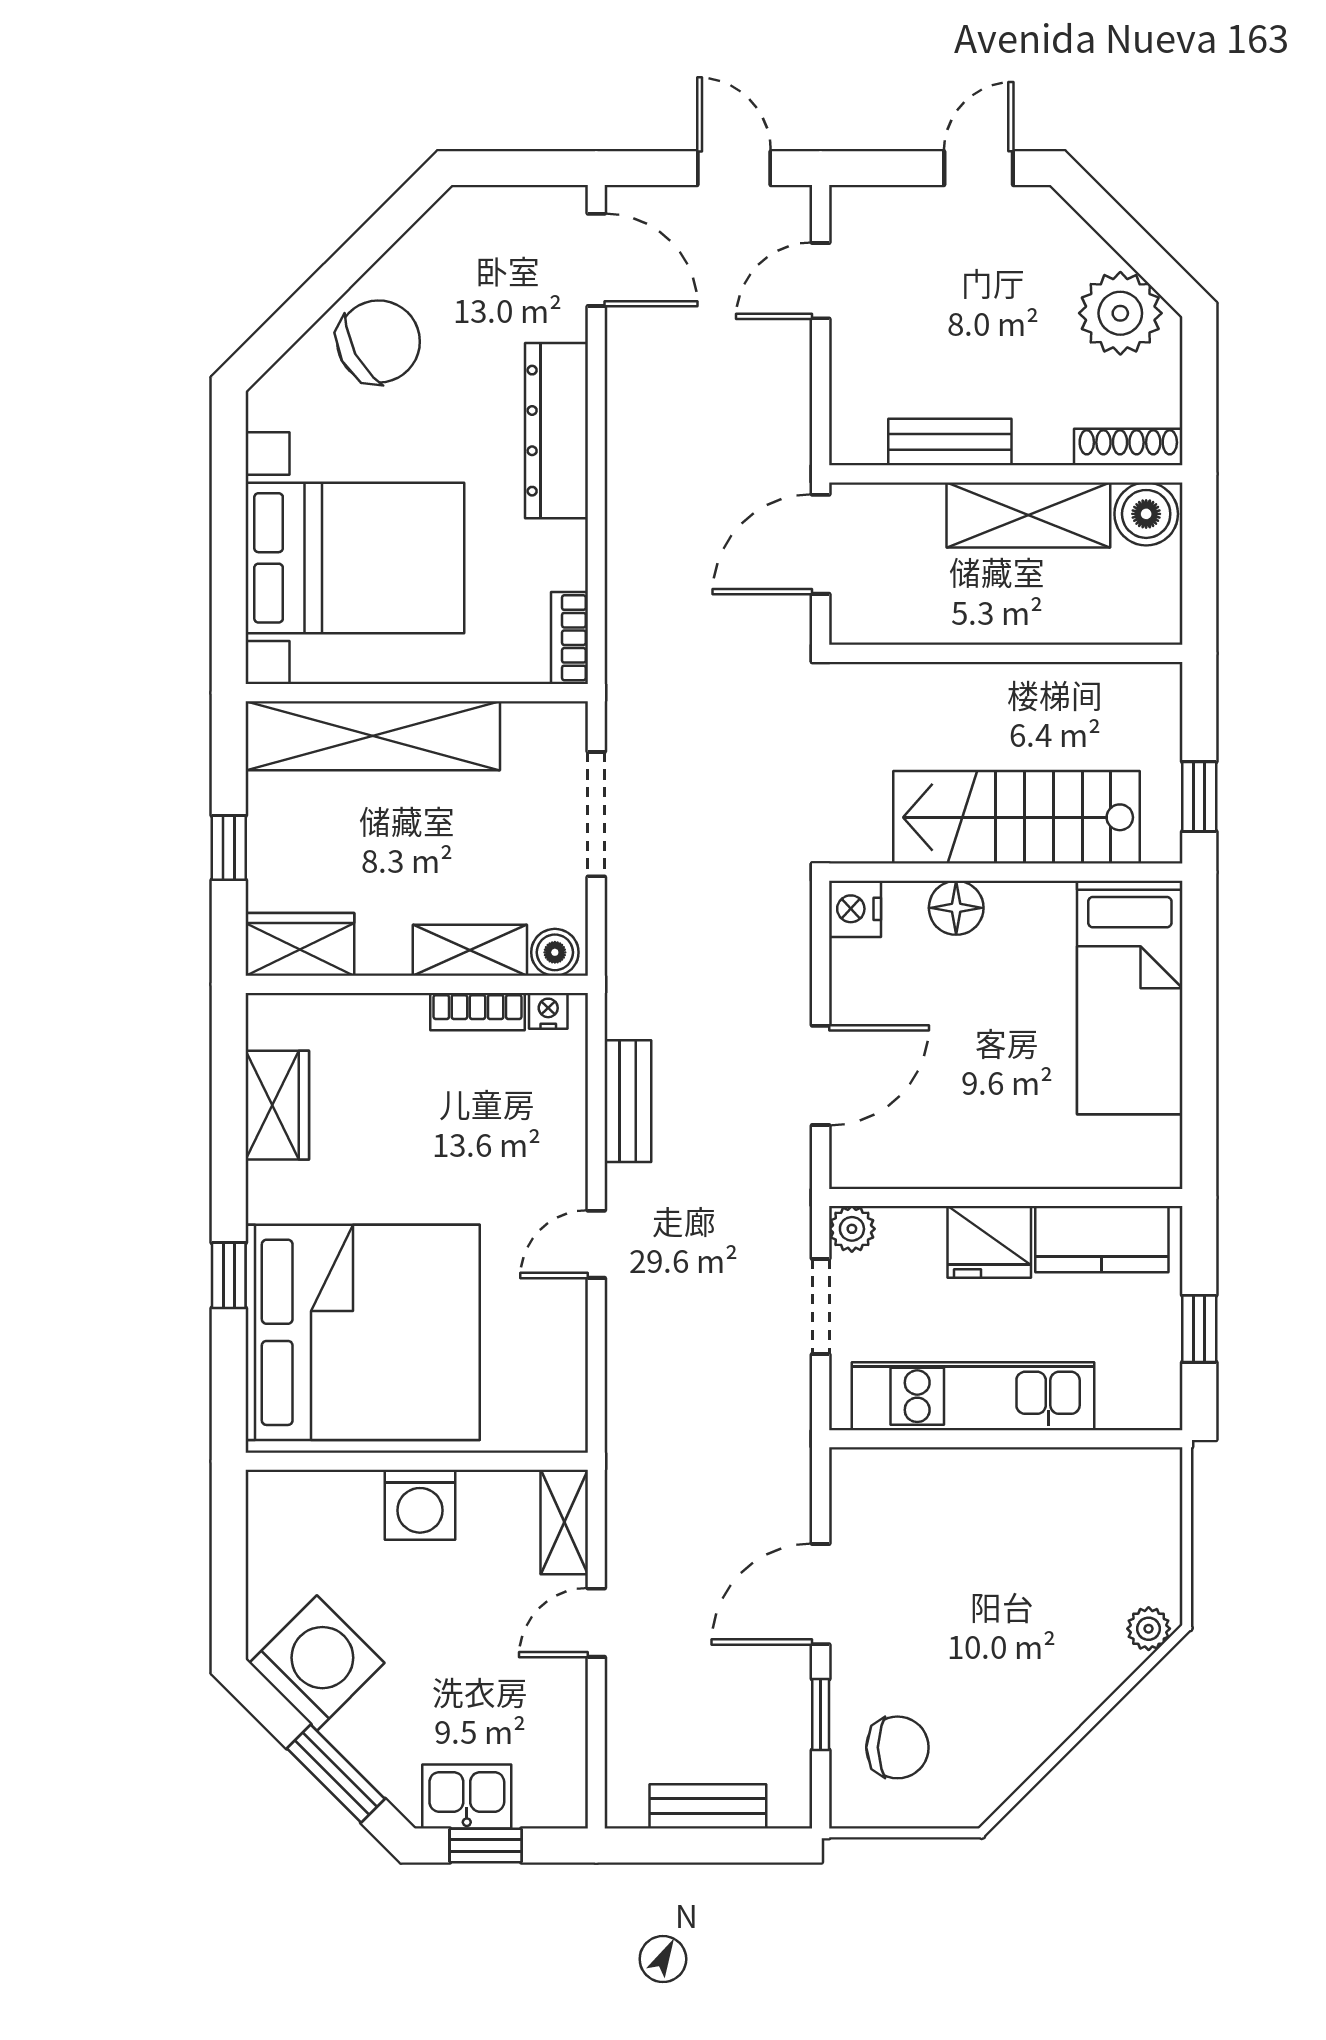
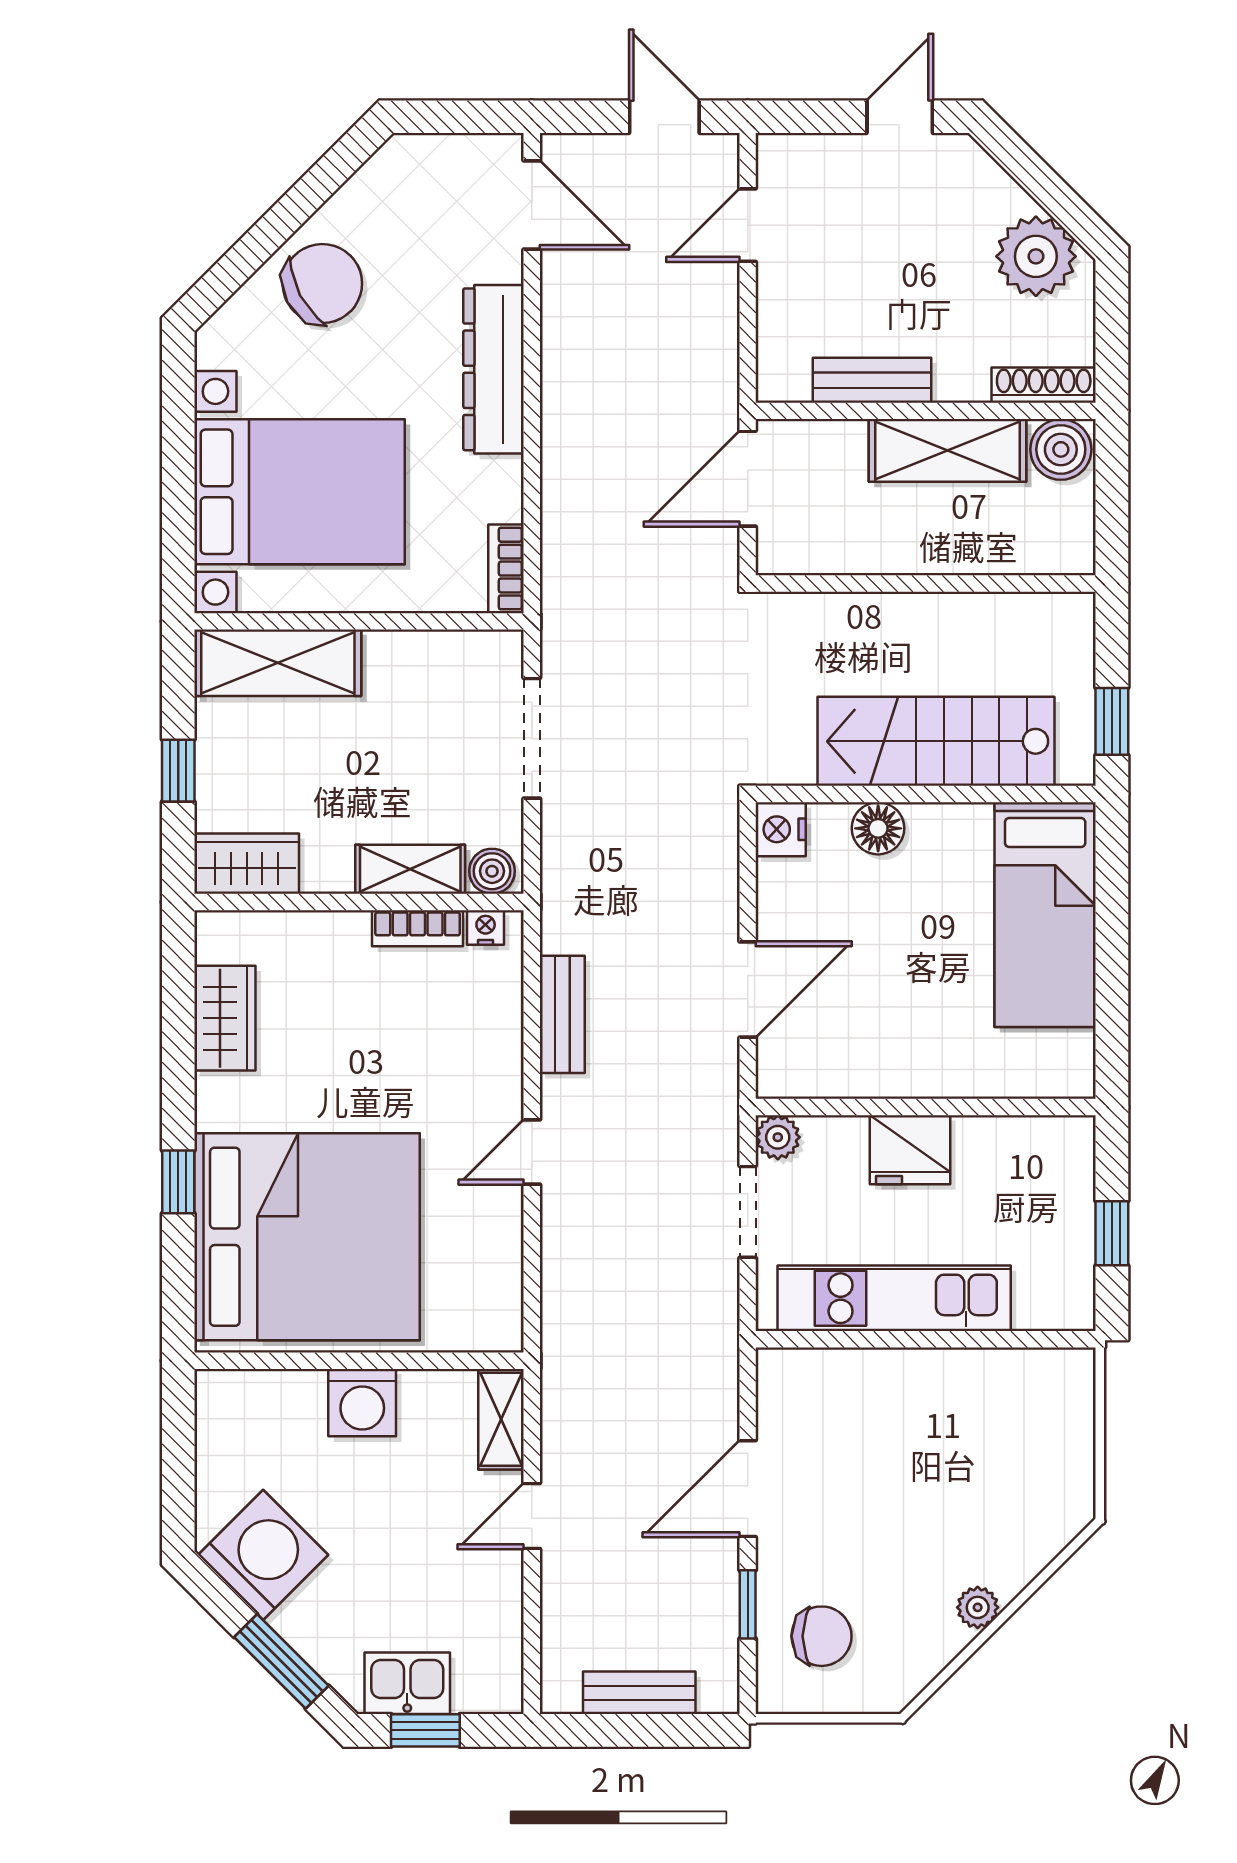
shelving: (373, 736) -> (278, 663), width x0.68
kitchen counter: (1102, 1239) -> (1018, 1147), removed
plant: (1149, 1629) -> (978, 1607), moved

